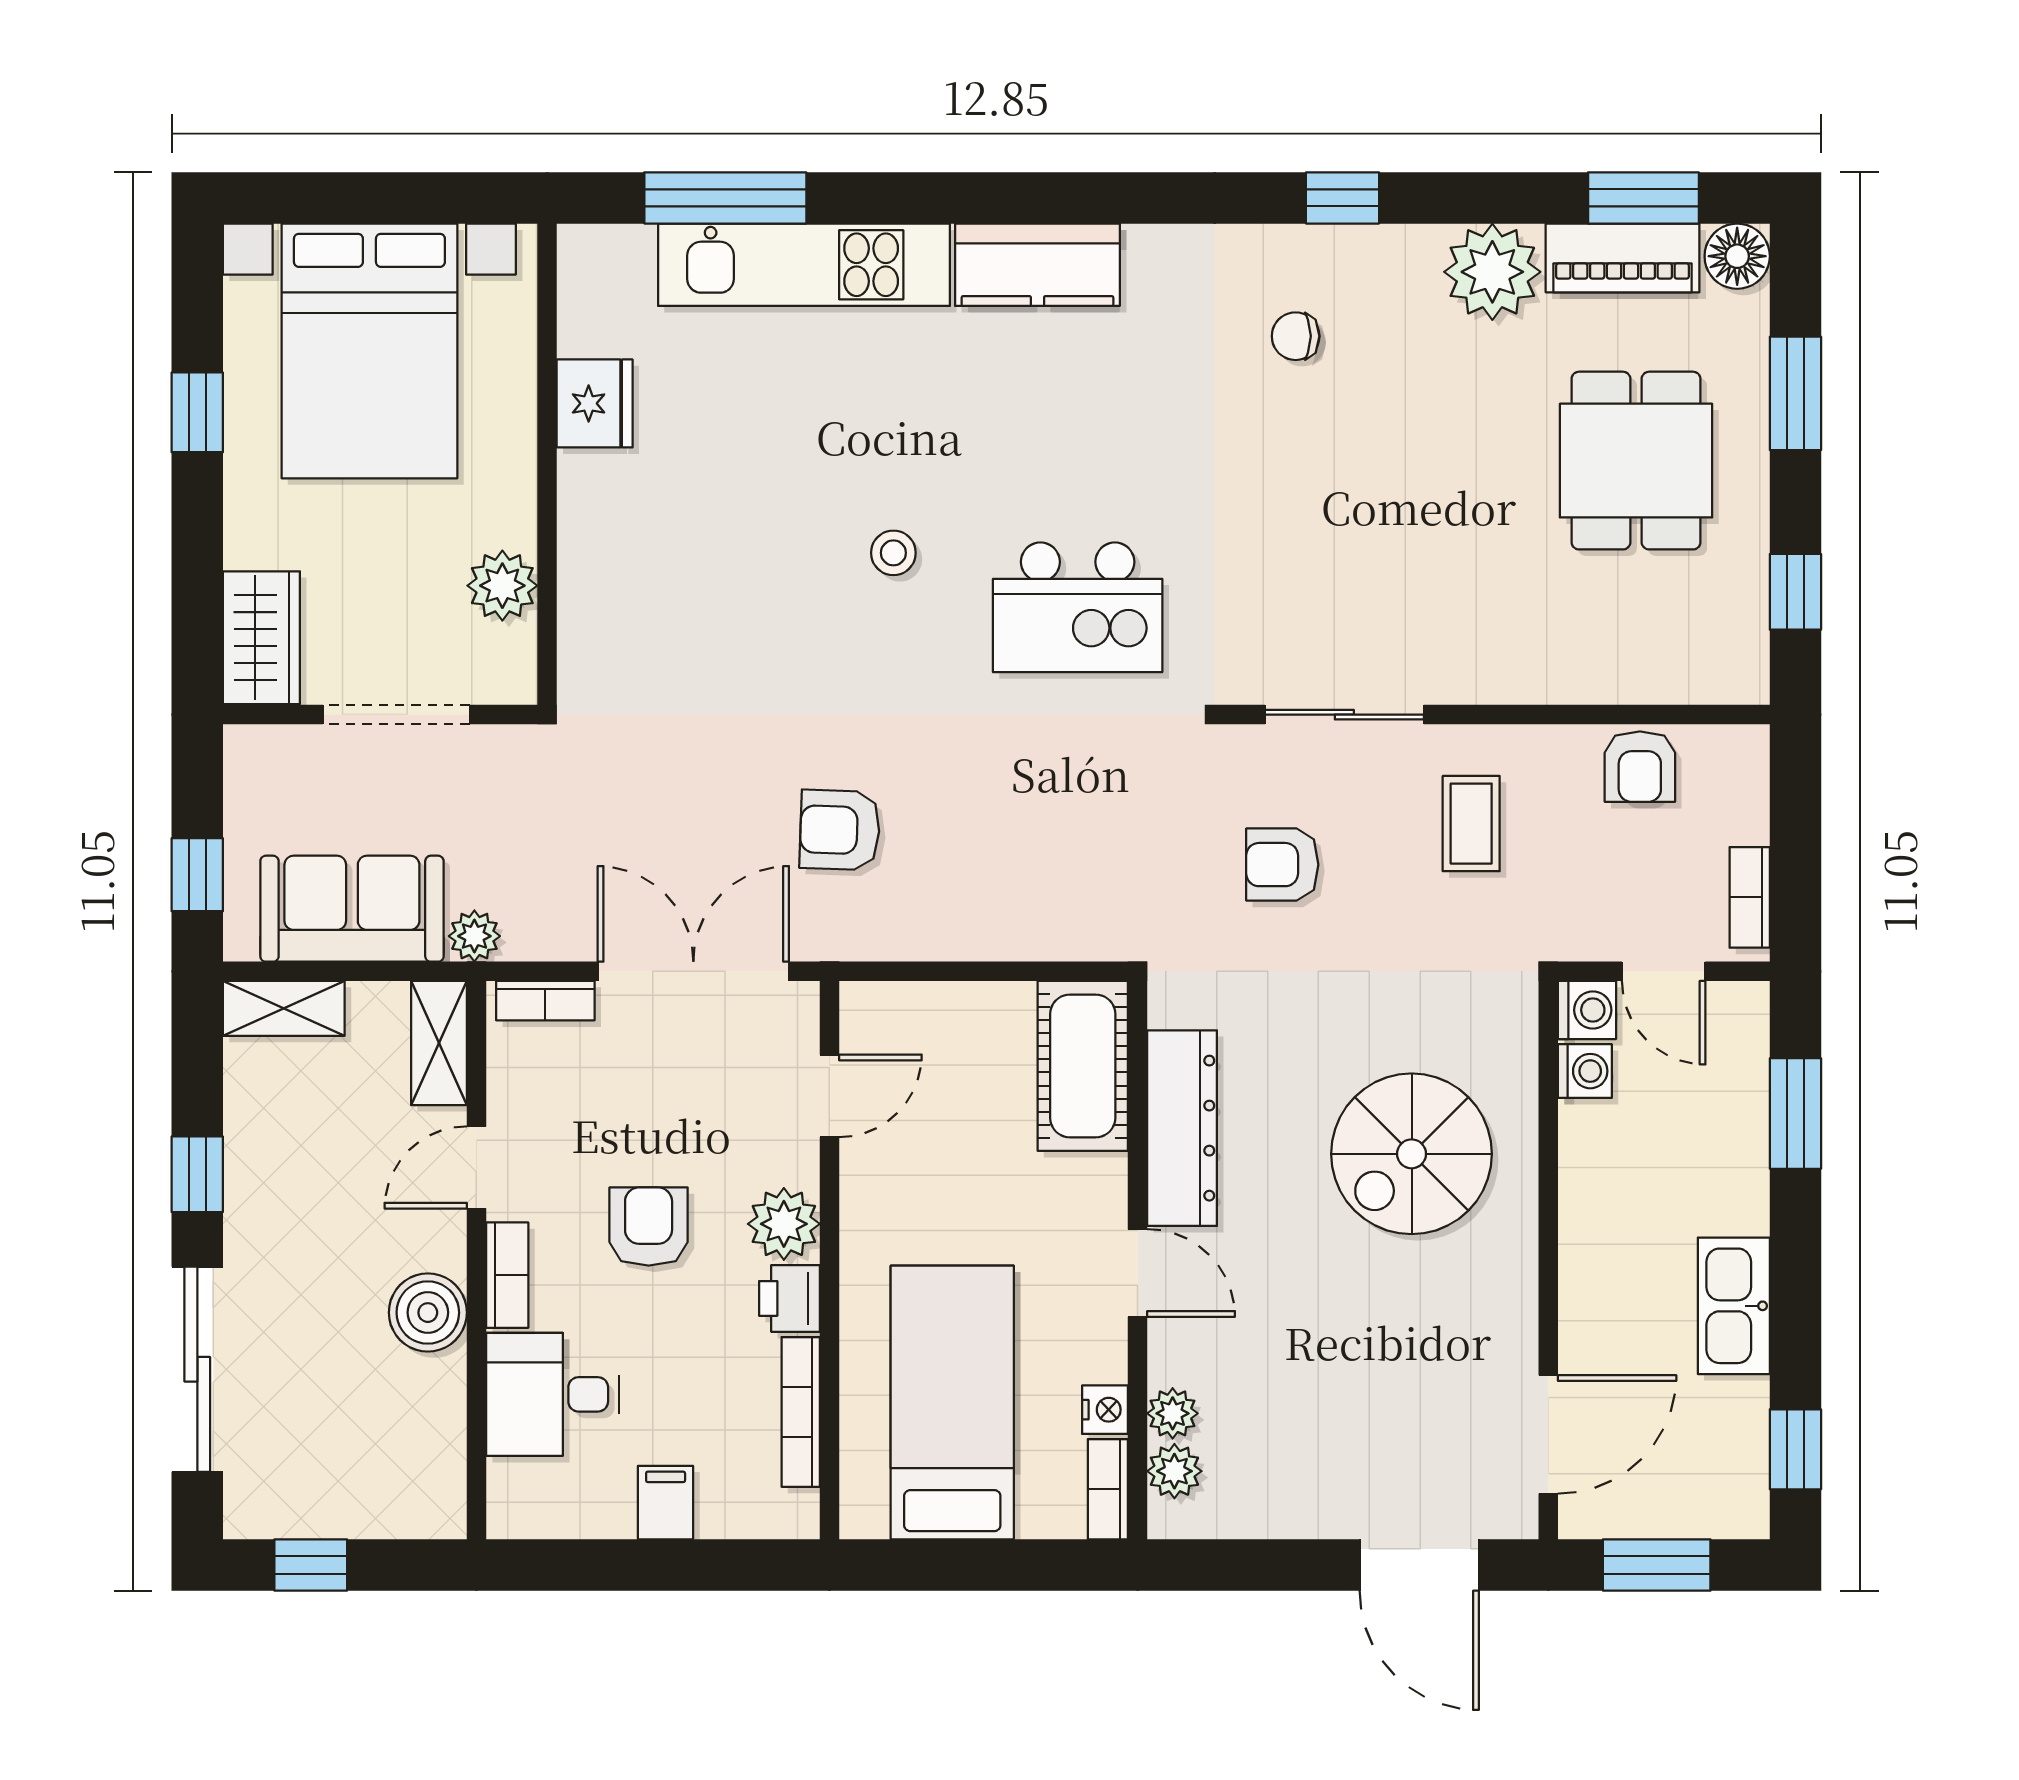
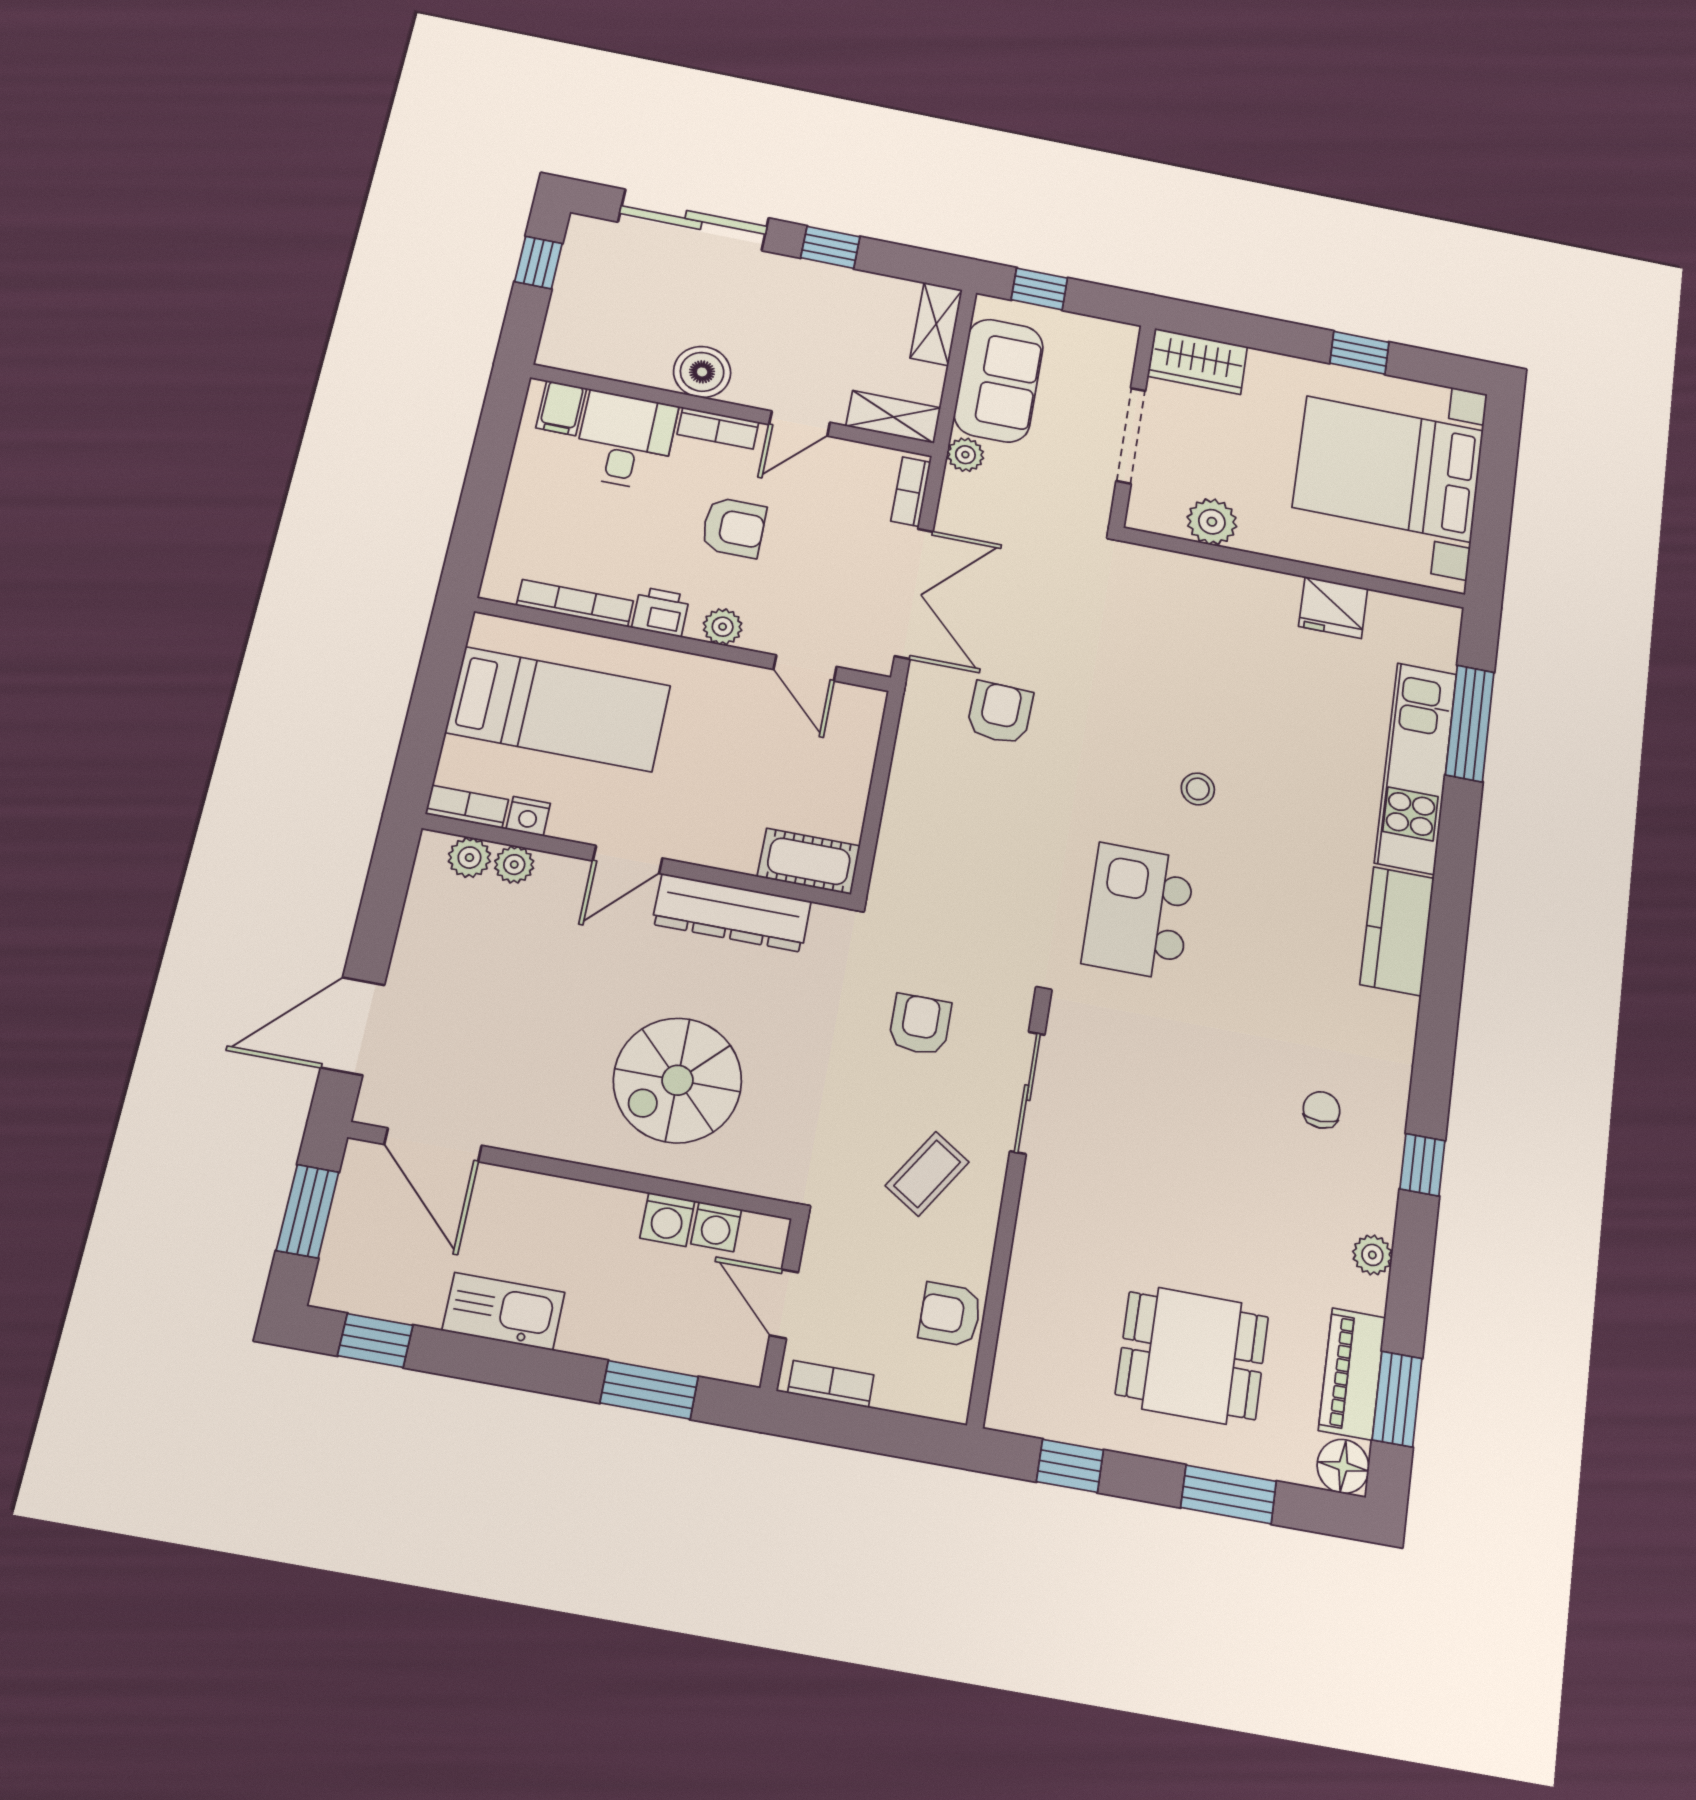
plant: (1492, 272) -> (1372, 1255), width x0.53, depth x0.53
coffee table: (1471, 824) -> (927, 1174), turned -57
door: (1664, 971) -> (784, 1304), hinge flipped
washing machine: (1587, 1010) -> (667, 1219), moved
cot: (1083, 1066) -> (809, 861), width x0.73, depth x0.75
spiral stairs: (1412, 1154) -> (678, 1080), turned -90
door: (476, 1168) -> (800, 424), swing flipped
plant: (784, 1224) -> (723, 627), width x0.73, depth x0.73
filing cabinet: (666, 1503) -> (561, 408), moved, turned 90

